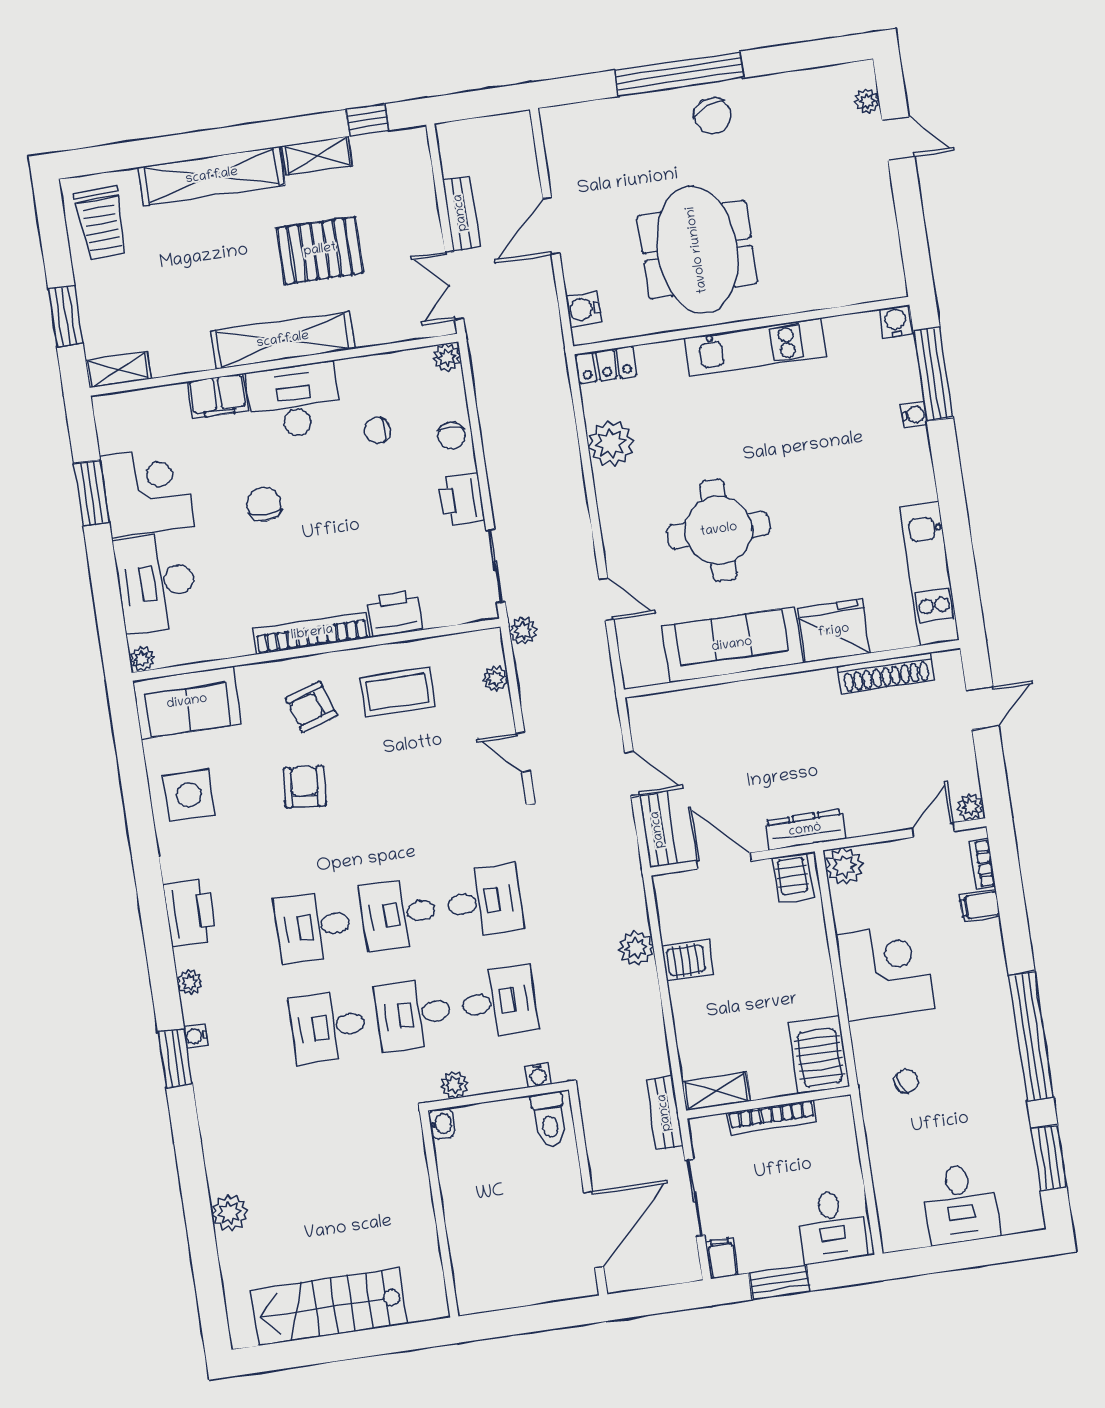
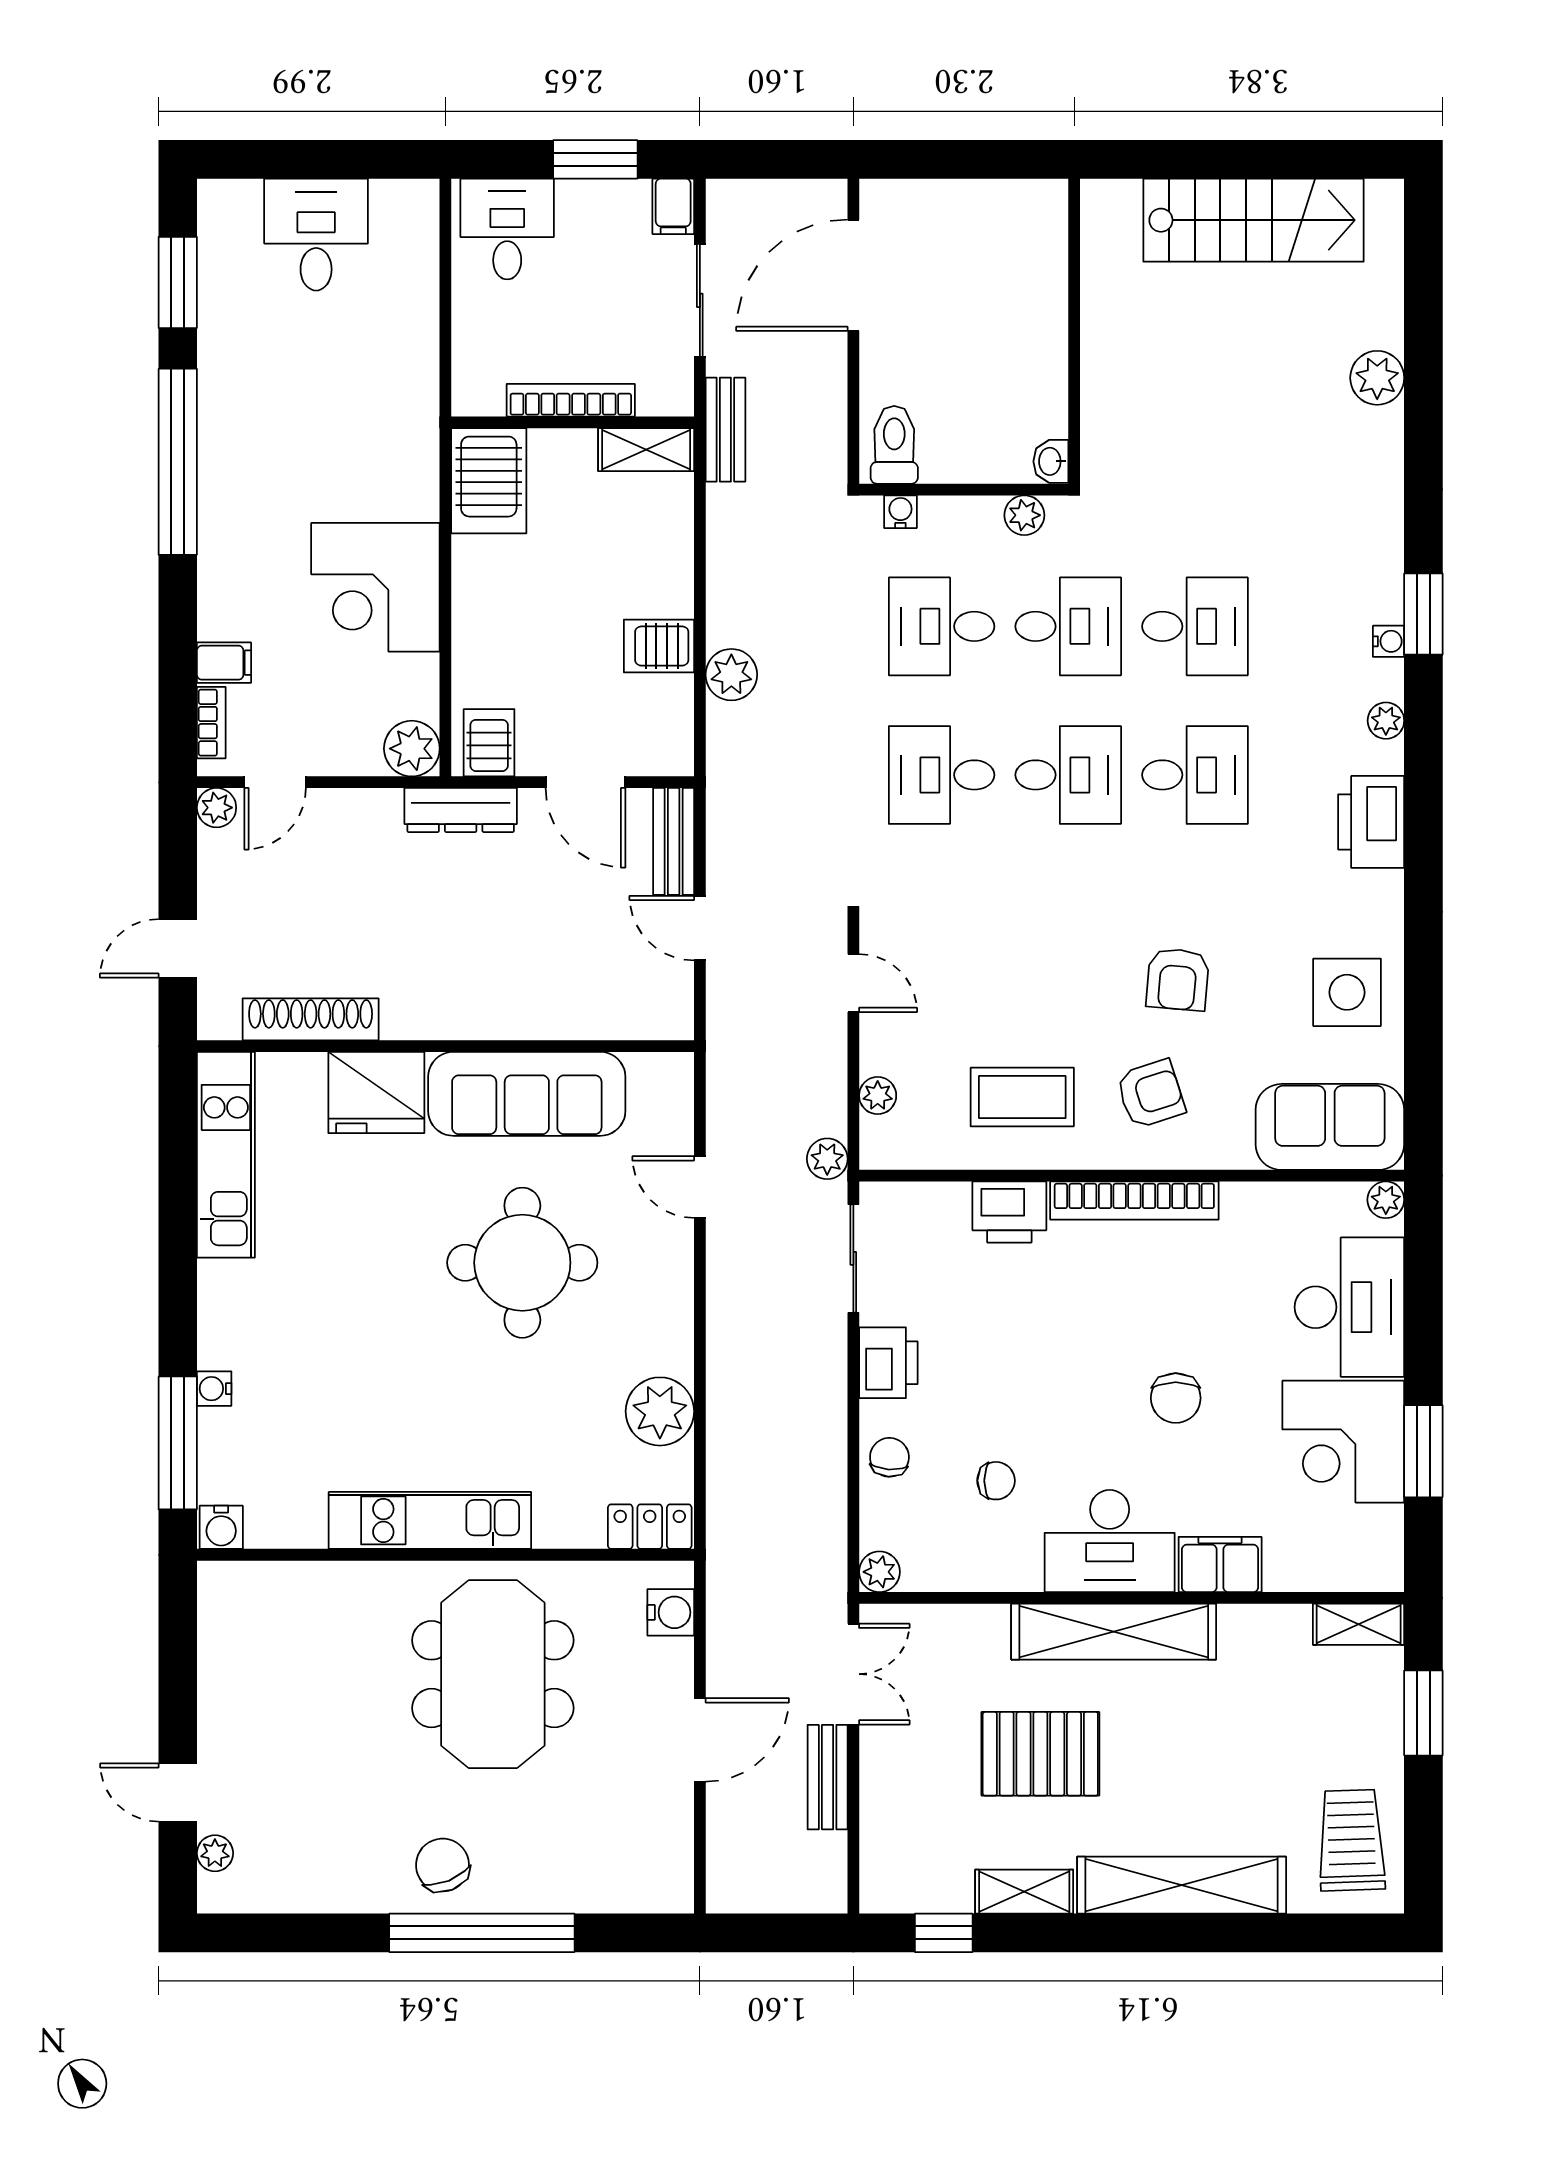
chair: (906, 1081) -> (368, 424), removed

